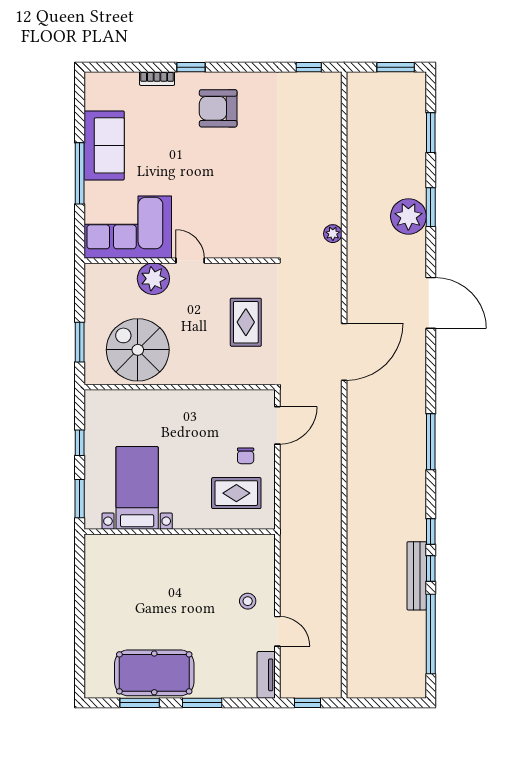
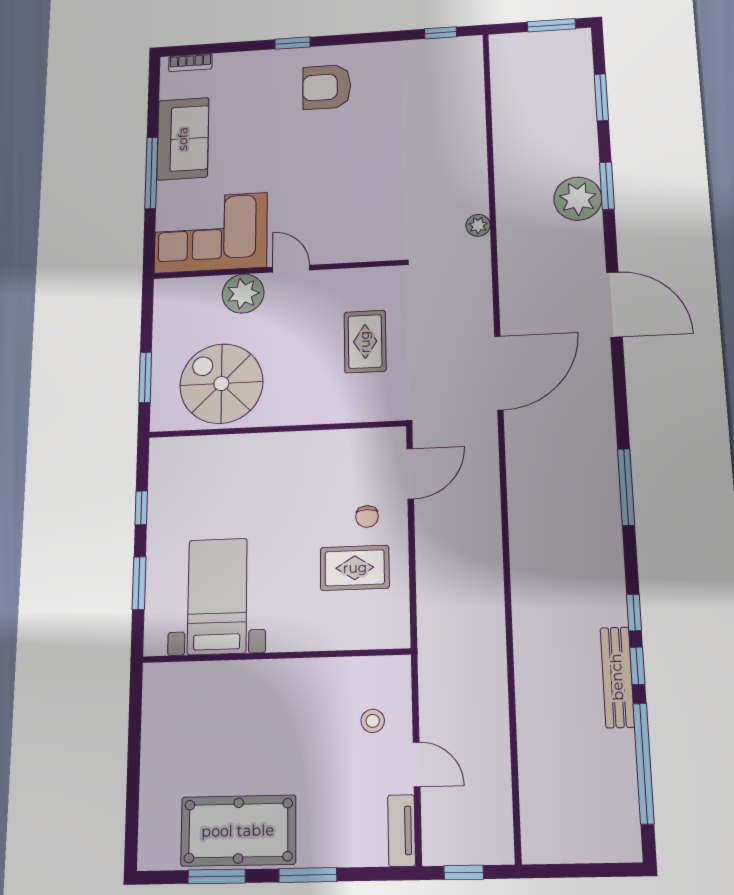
bookcase: (157, 79) -> (190, 63), moved
bed with nightstands: (137, 488) -> (217, 596), moved
wall: (180, 532) -> (276, 656), moved

